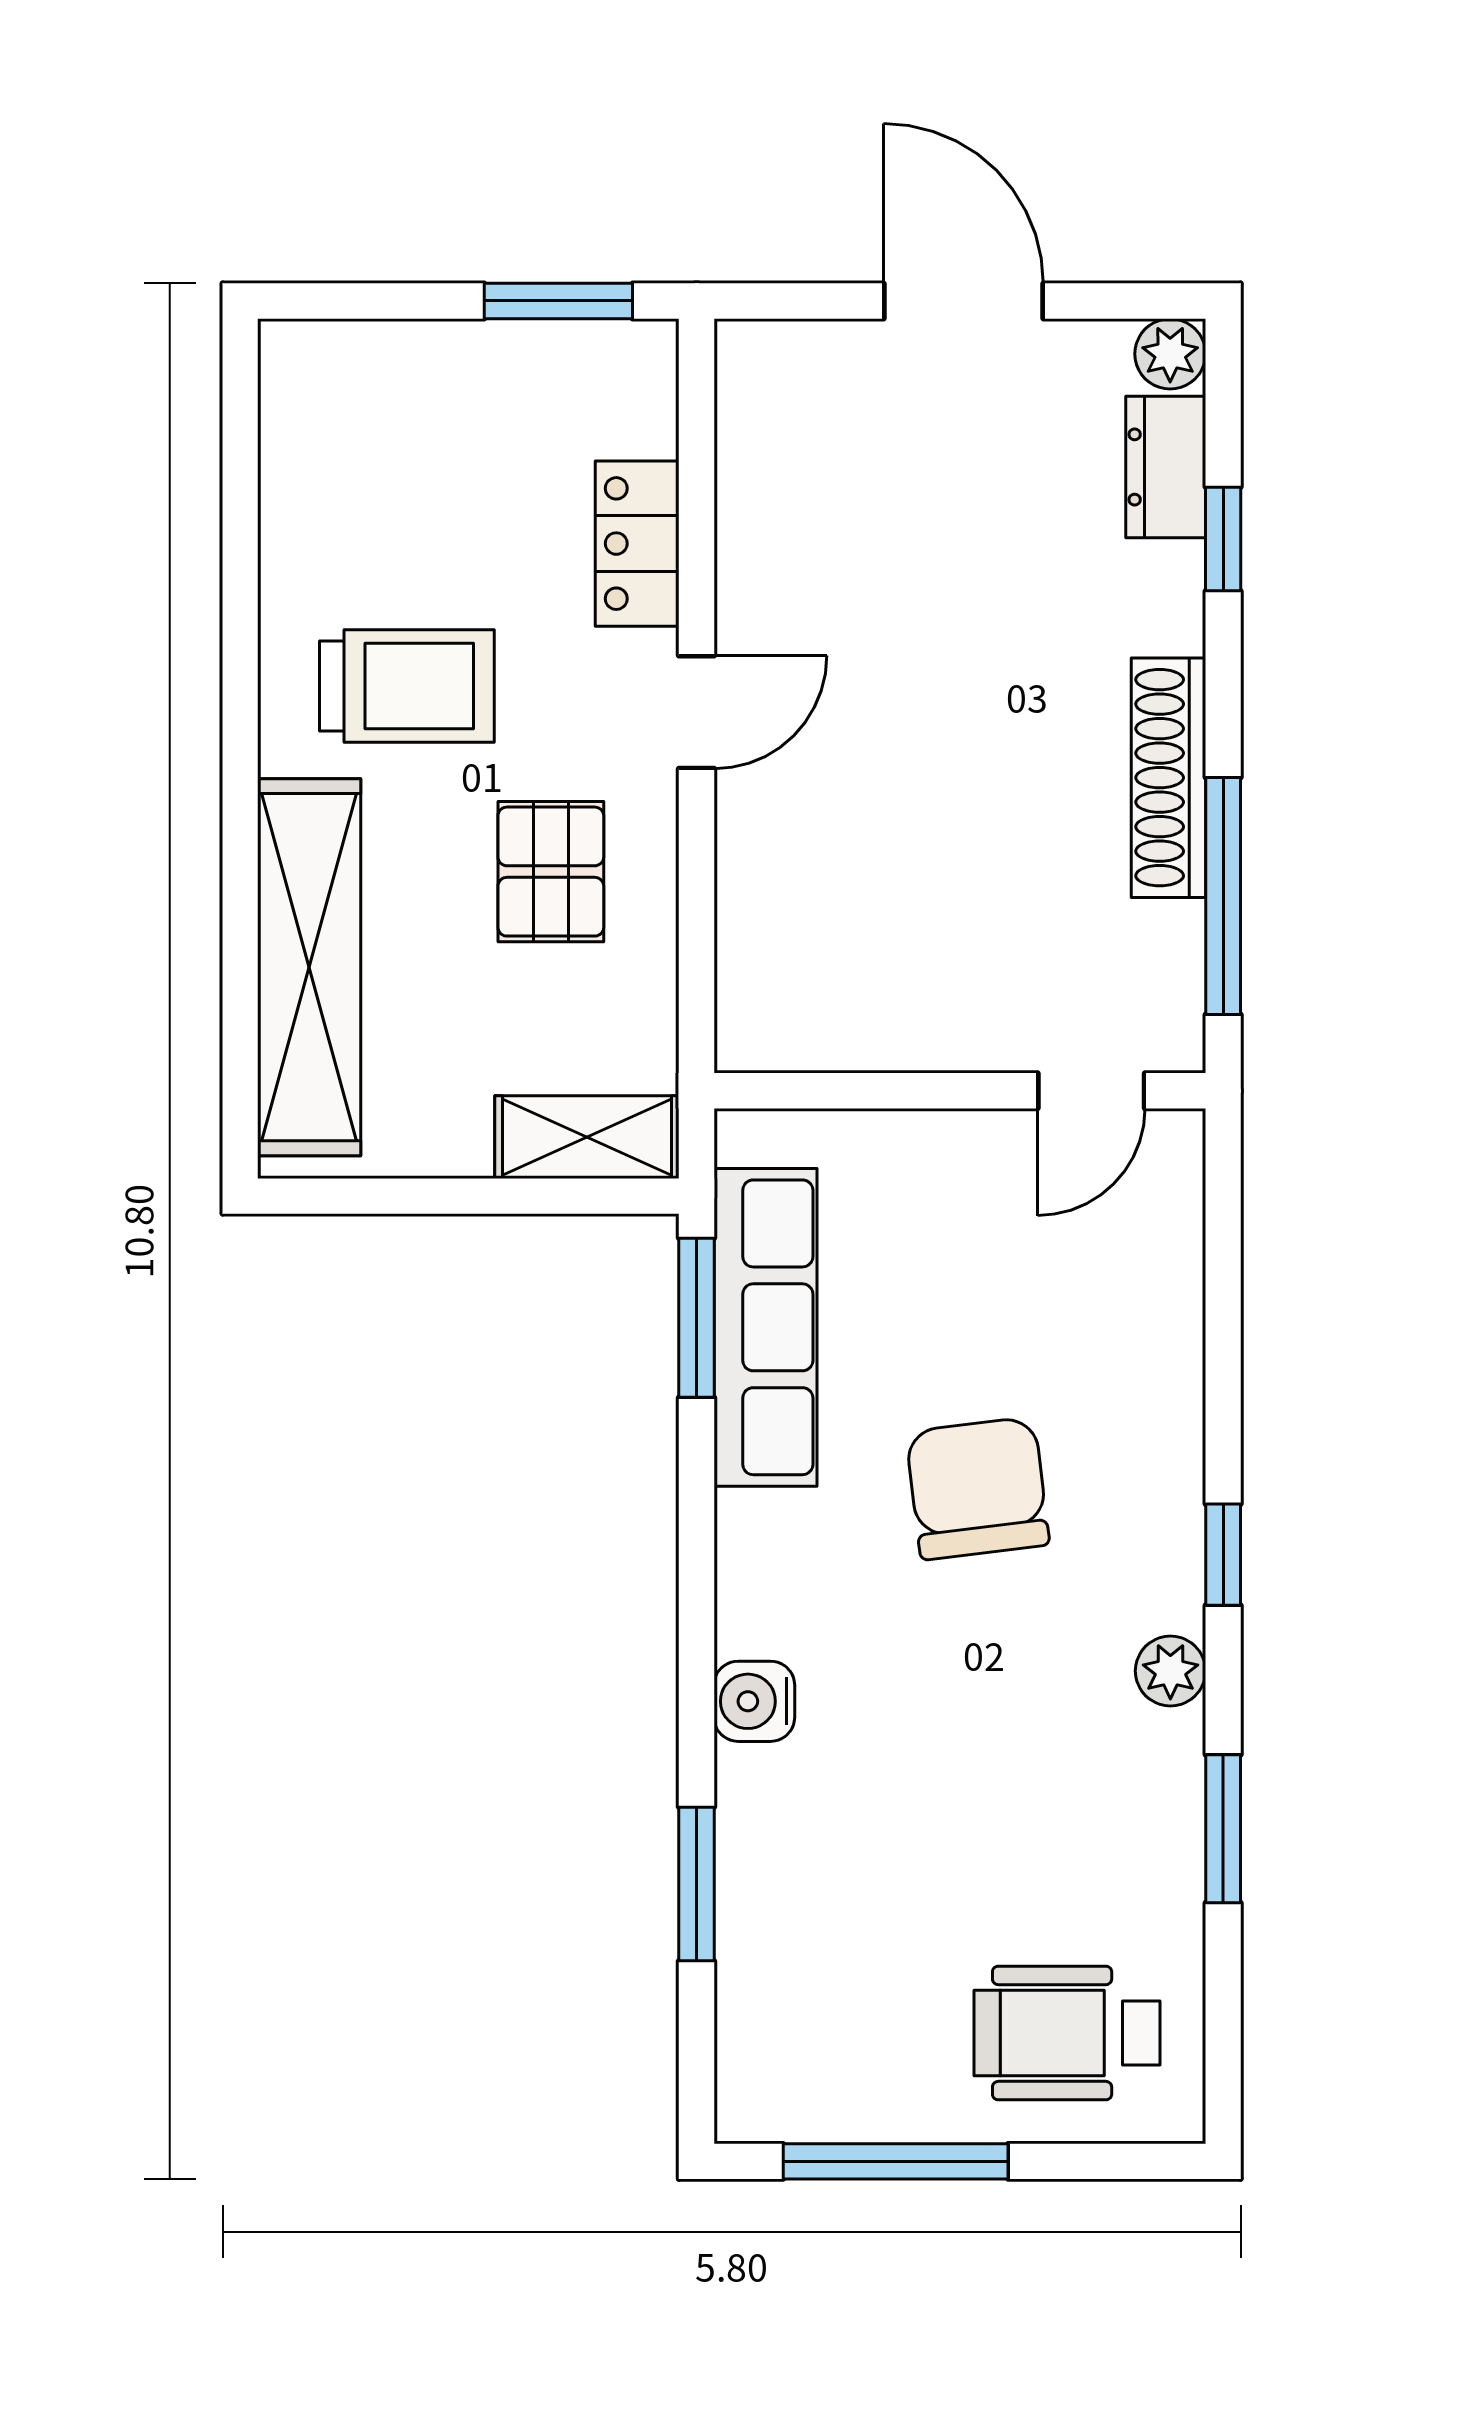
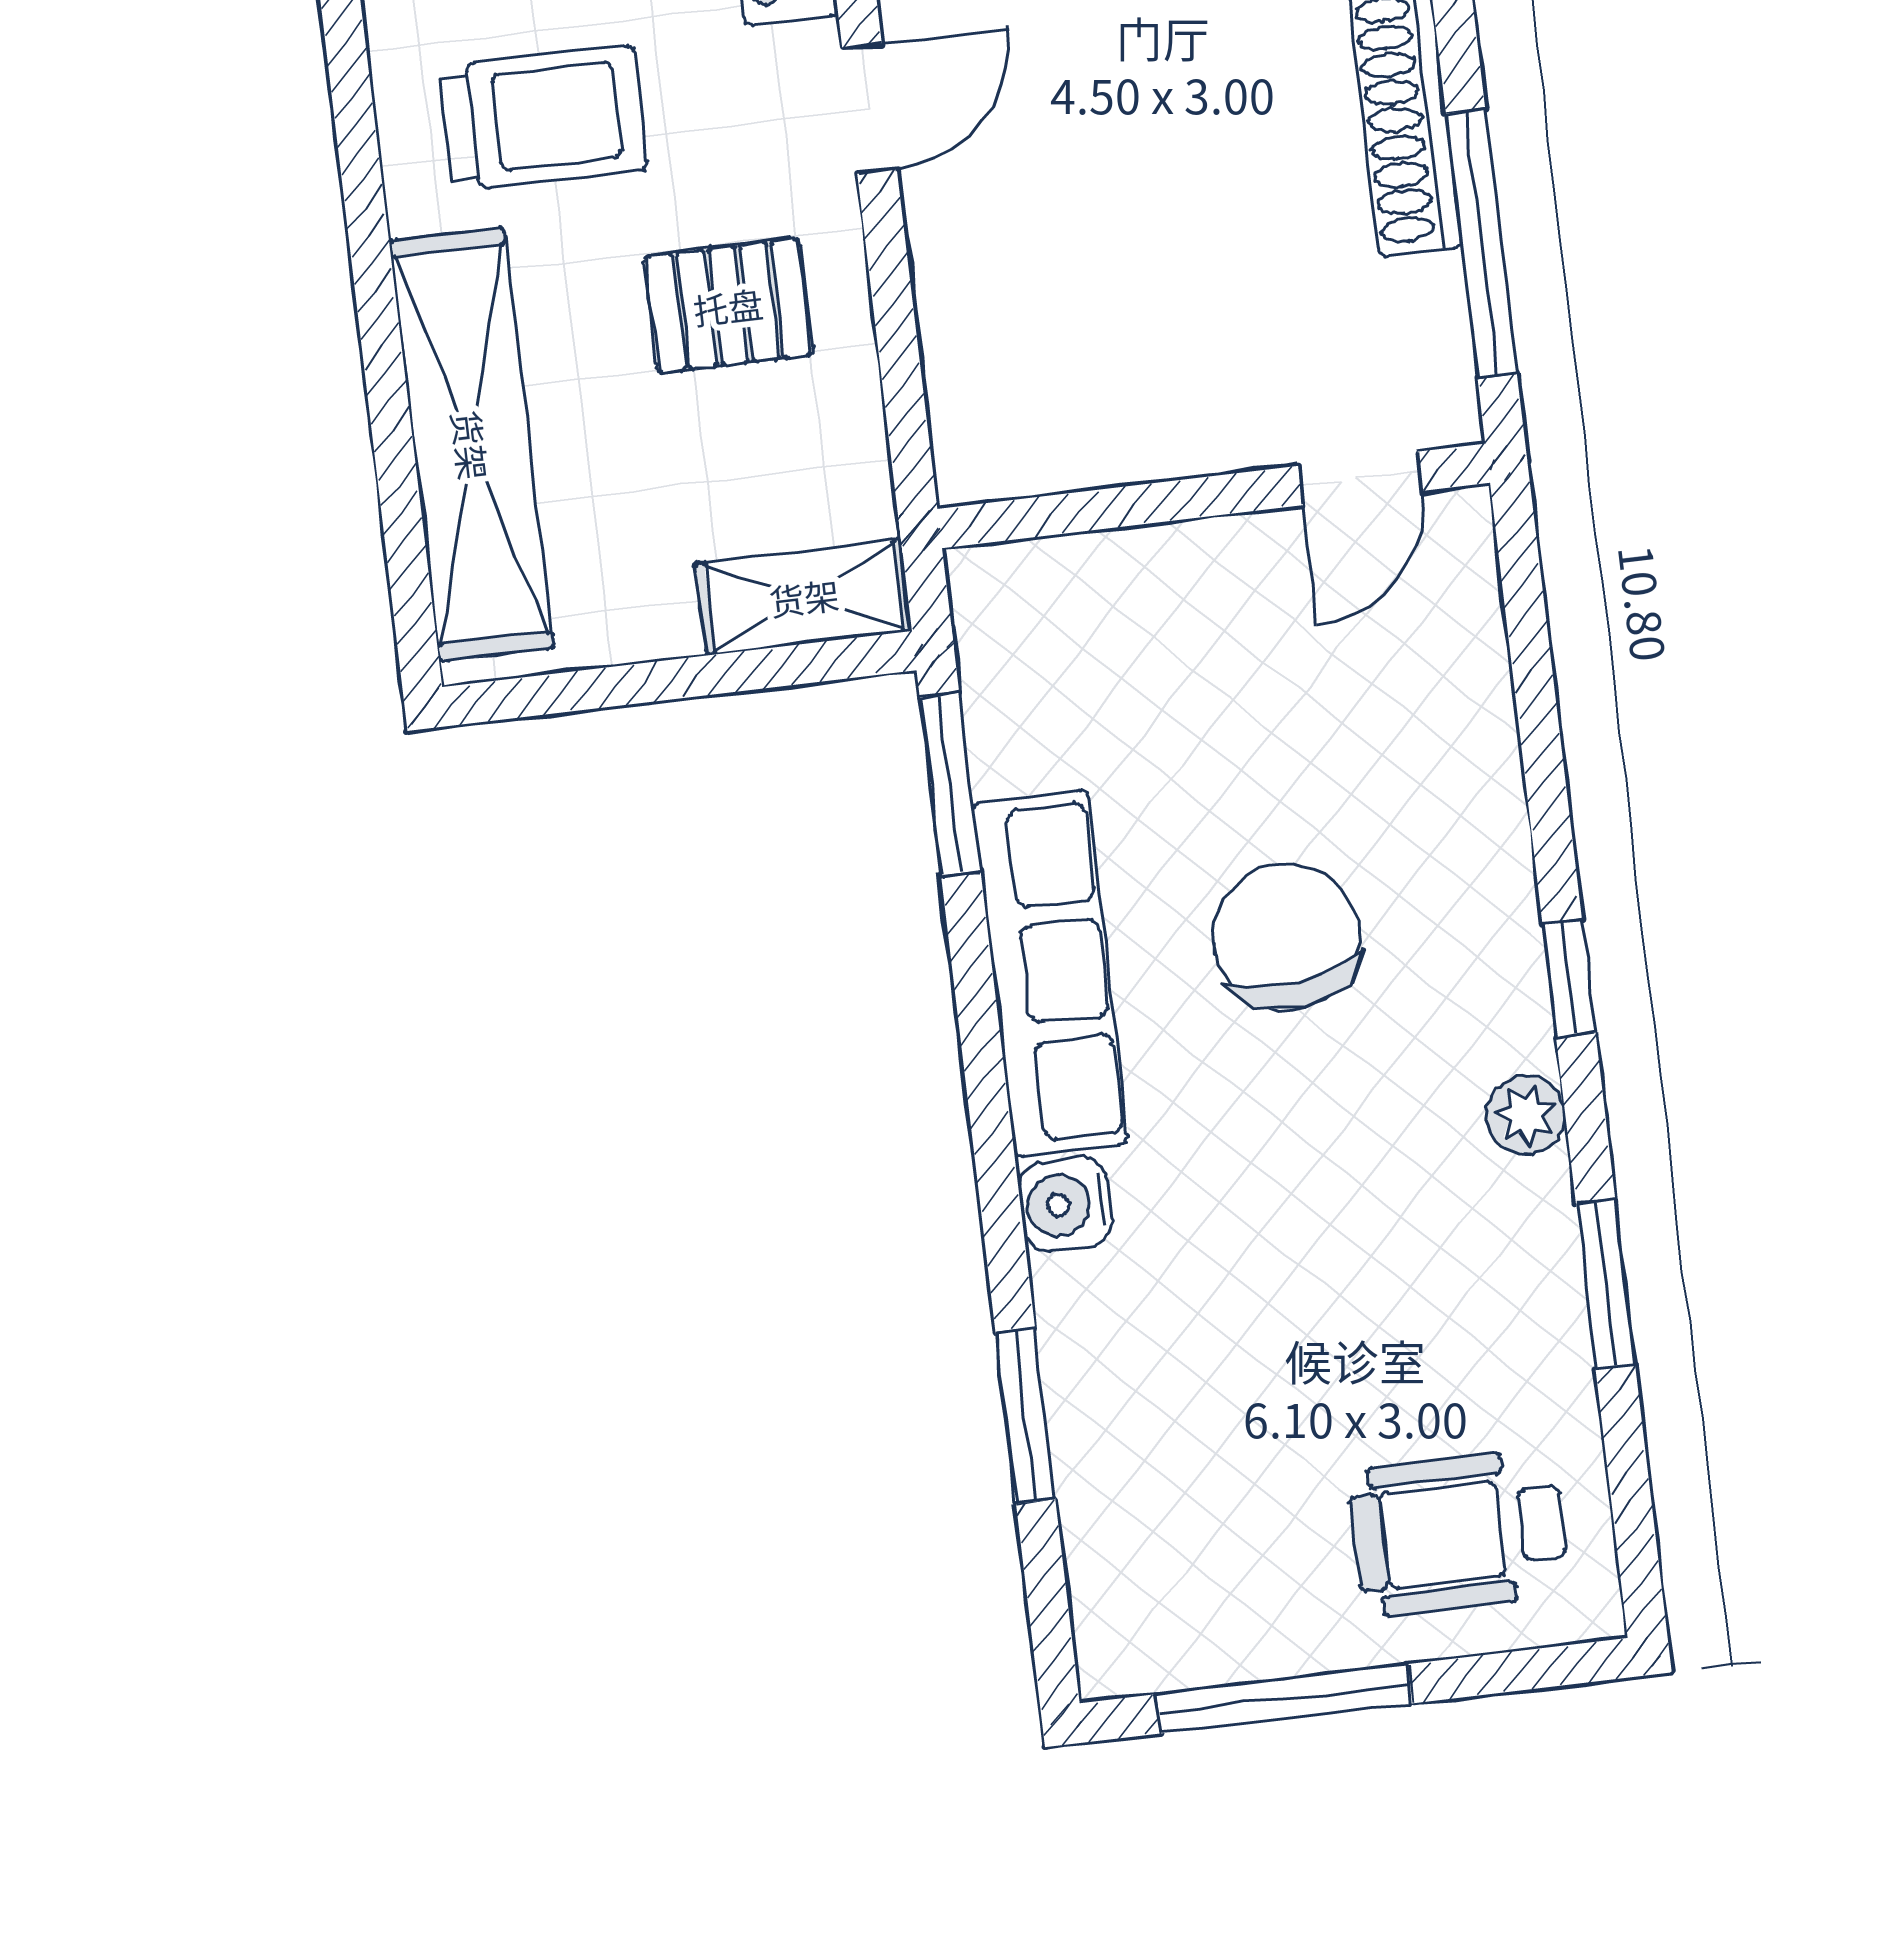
pallet: (551, 872) -> (728, 306), turned 90
row of seats: (766, 1327) -> (1051, 973), moved

